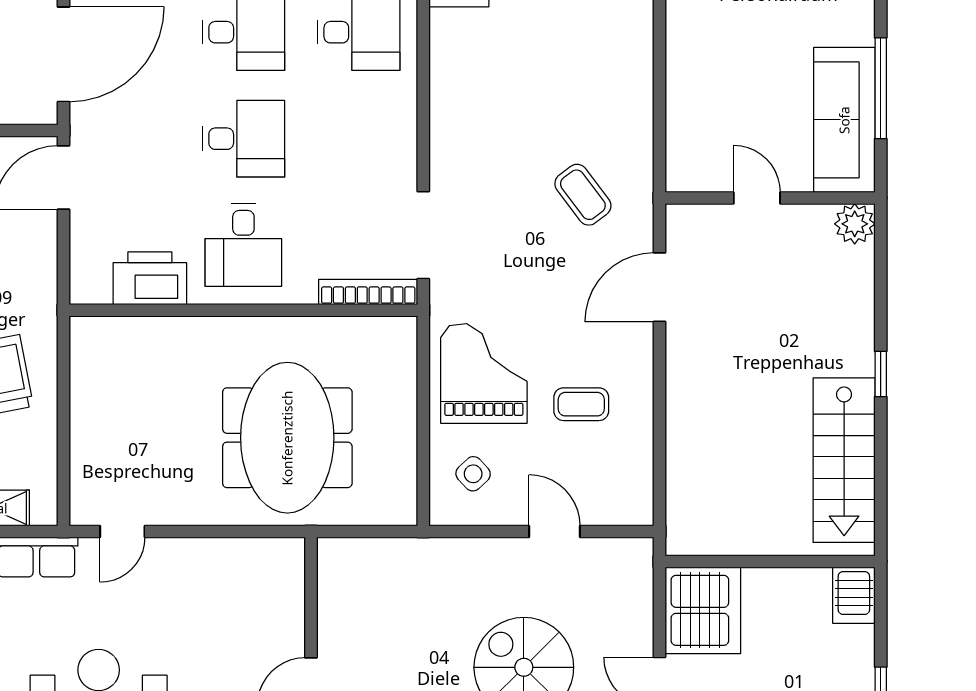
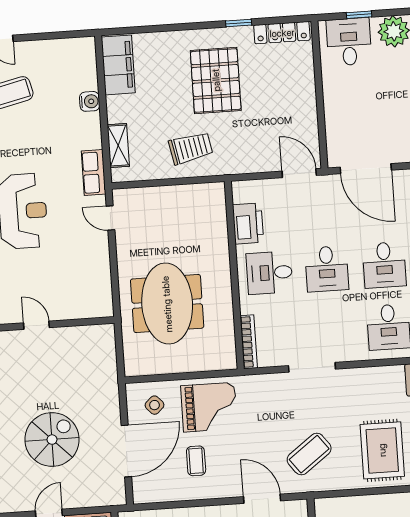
rug: (586, 59) -> (382, 450), added
coffee table: (583, 195) -> (309, 454), width x1.36, depth x1.30
doorway: (423, 235) -> (312, 367), moved
meeting table: (287, 438) -> (167, 304), turned 90
door: (554, 532) -> (126, 451), width x1.88

